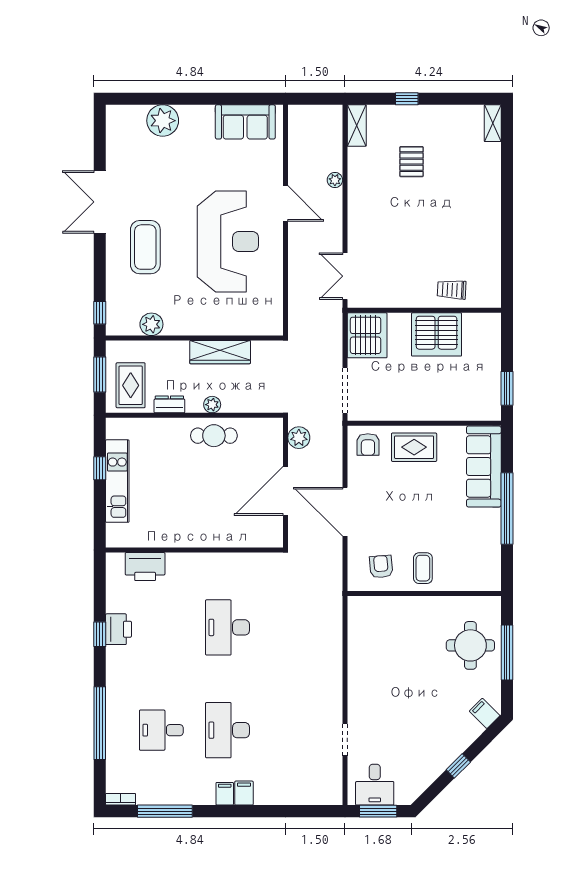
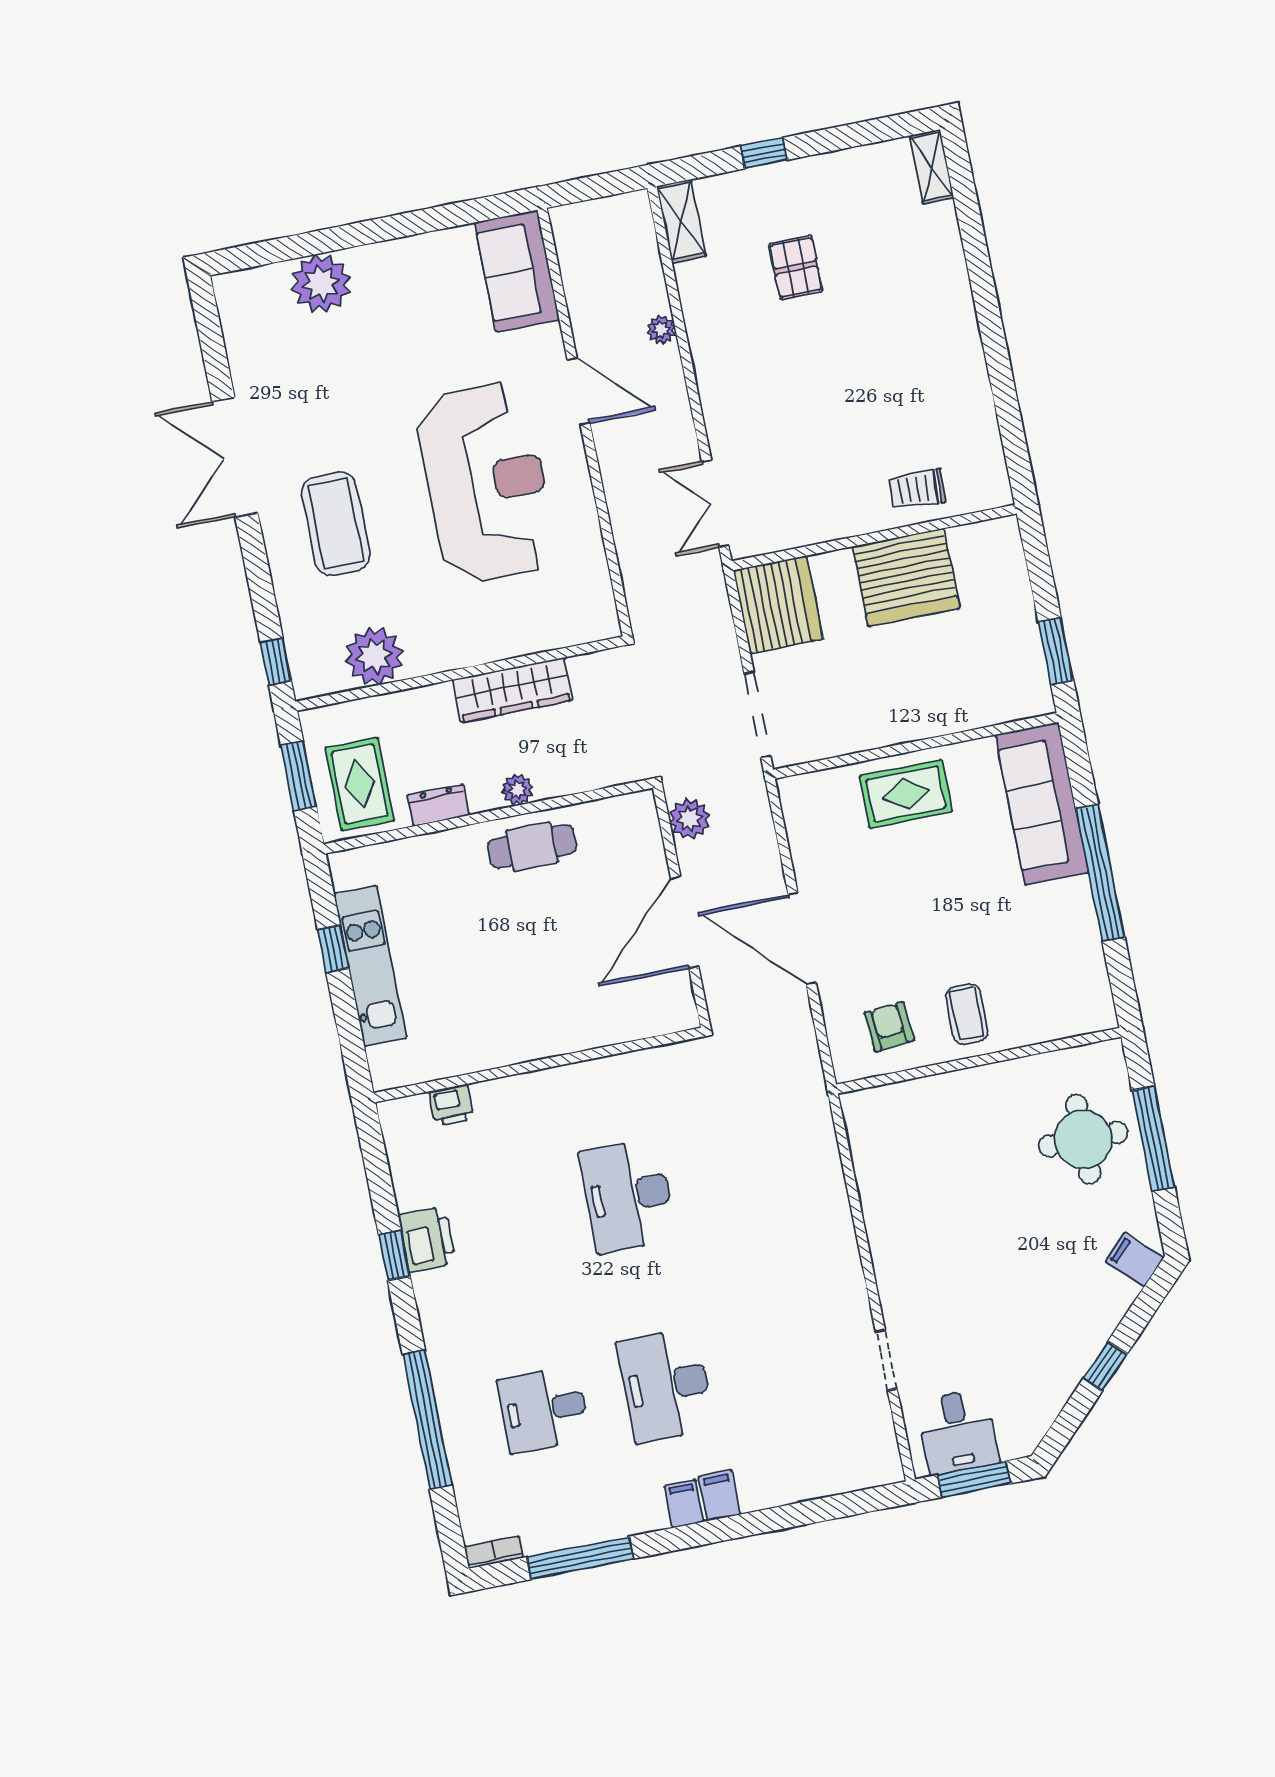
sofa: (245, 122) -> (517, 271), moved, turned 90
plant: (151, 324) -> (374, 656), width x1.36, depth x1.36
armchair: (368, 445) -> (820, 806), removed
printer: (145, 567) -> (452, 1105), width x0.53, depth x0.68

